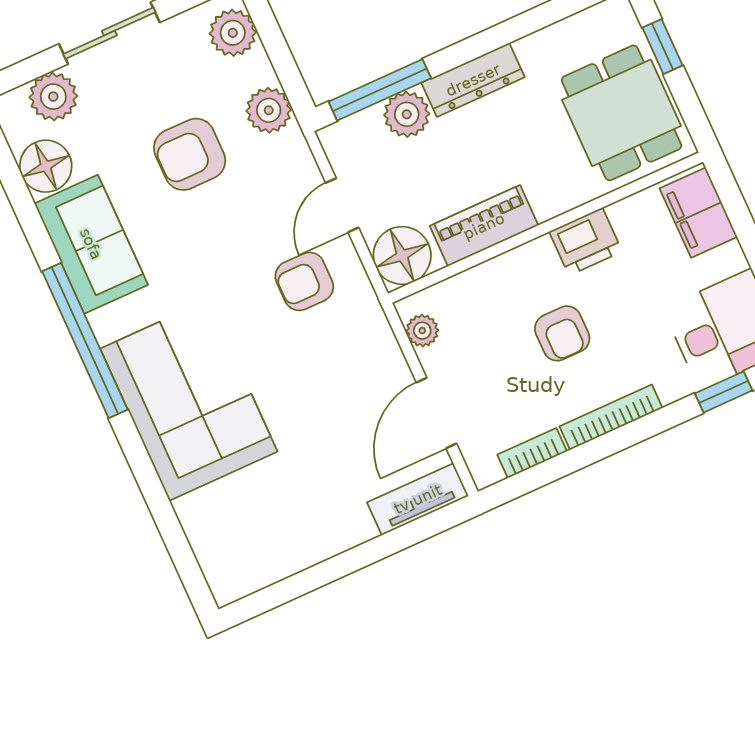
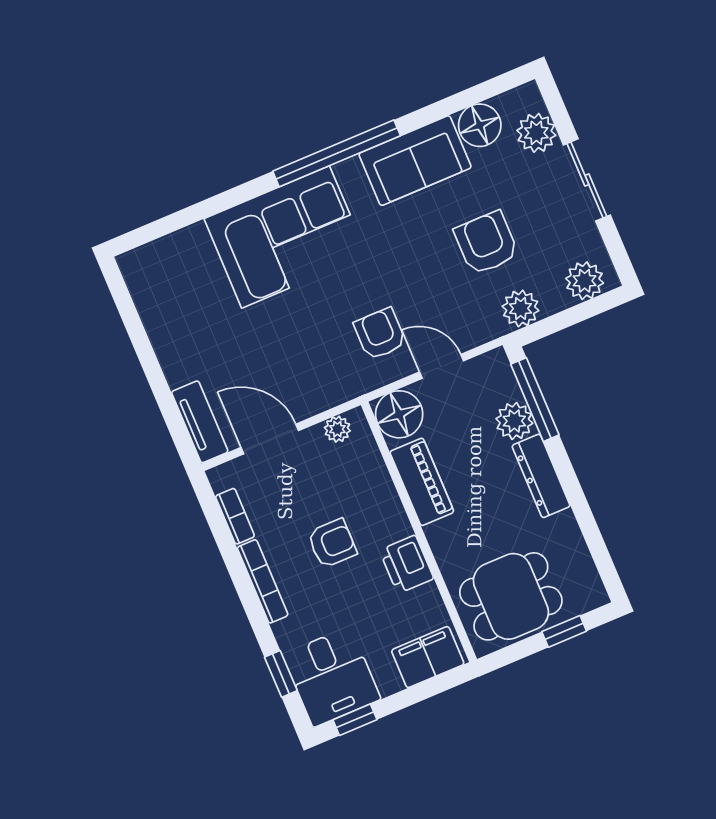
armchair: (562, 333) -> (332, 543), turned 180

